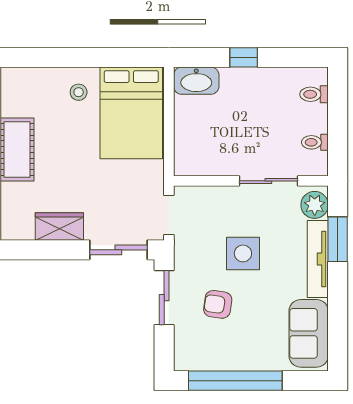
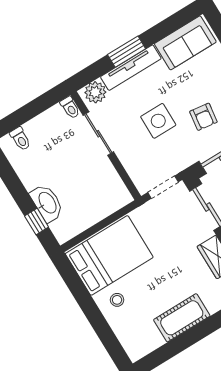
window: (244, 57) -> (37, 222), moved
washbasin: (196, 81) -> (47, 203), moved
toilet: (315, 142) -> (70, 108), moved
window: (338, 239) -> (127, 52), moved

